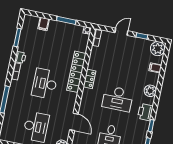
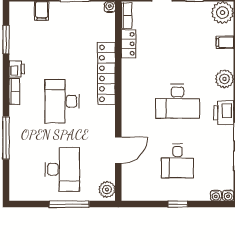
locker: (90, 79) -> (129, 44), moved
door: (74, 122) -> (118, 150), hinge flipped

